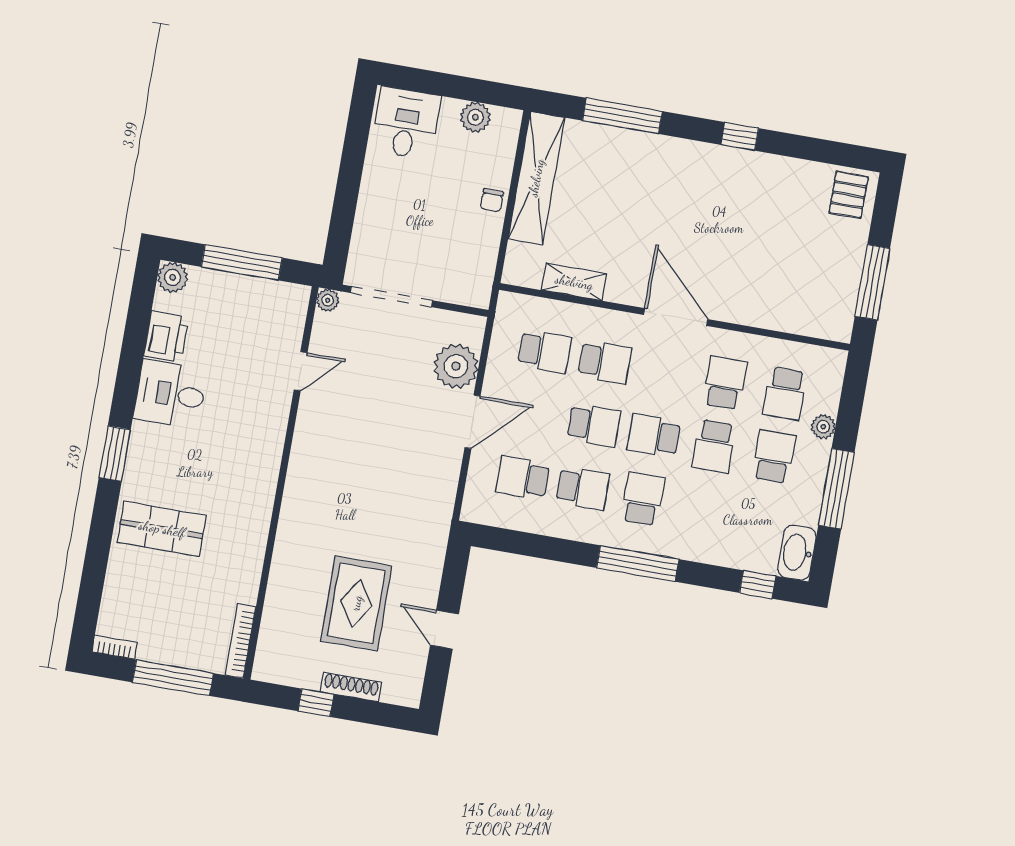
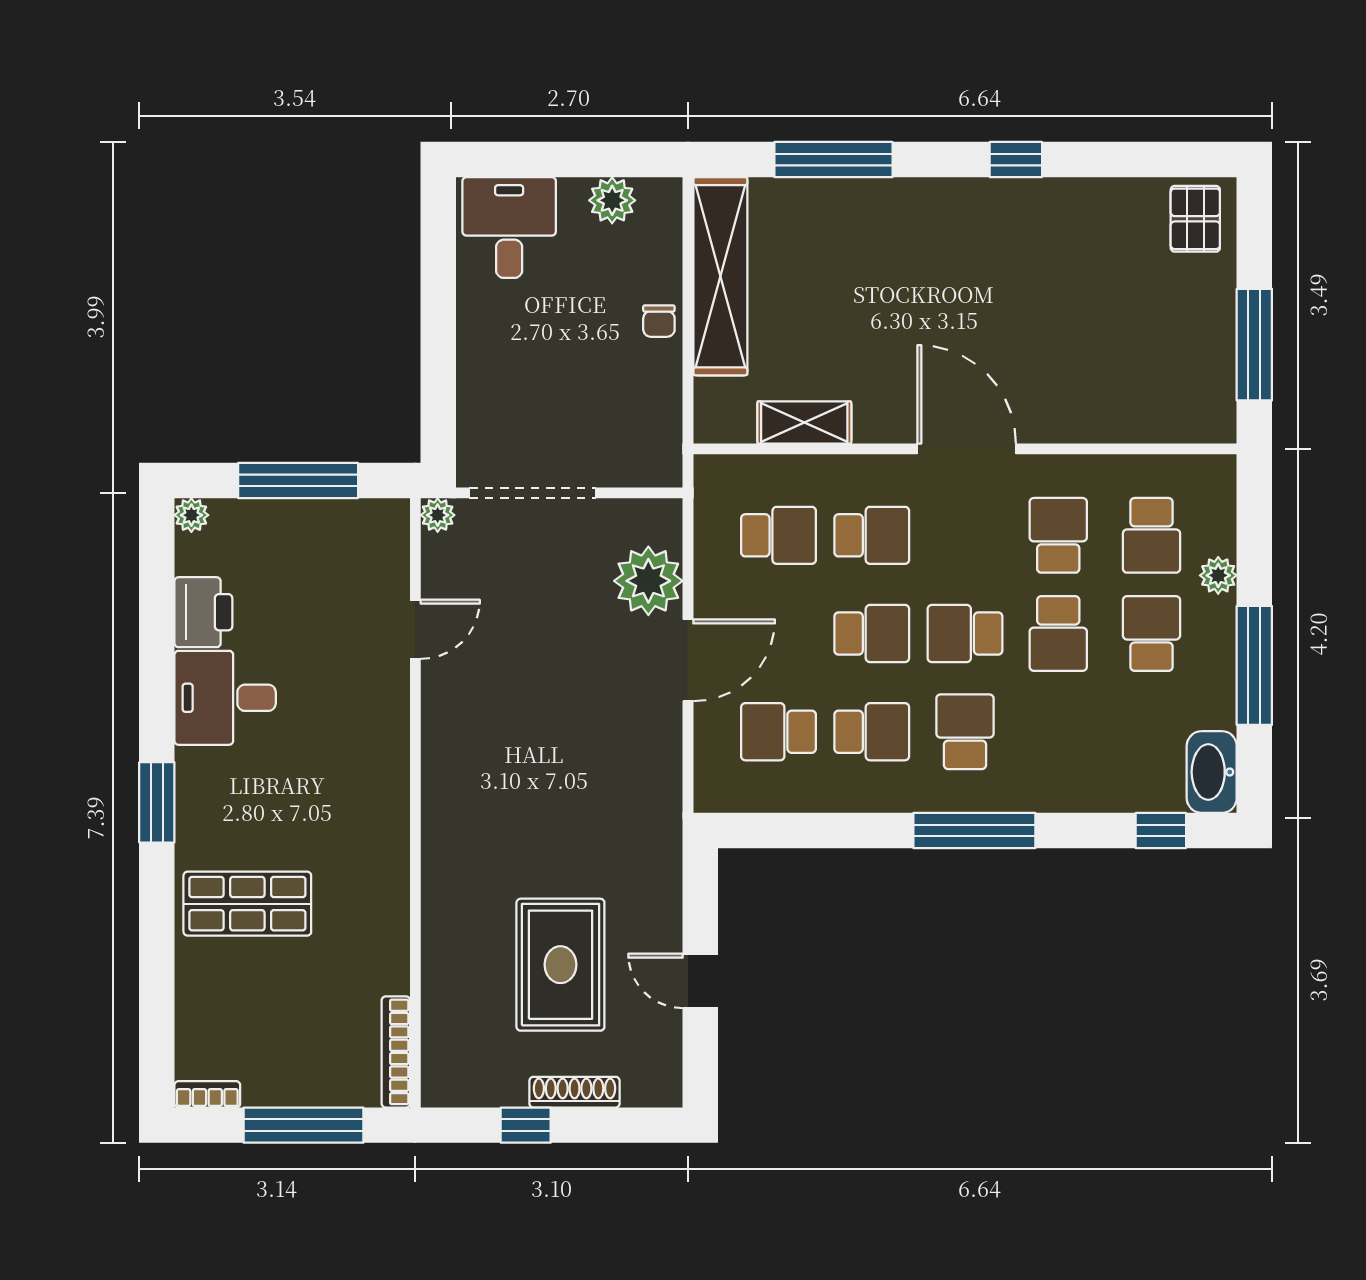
plant: (173, 277) -> (191, 515), width x0.73, depth x0.73

